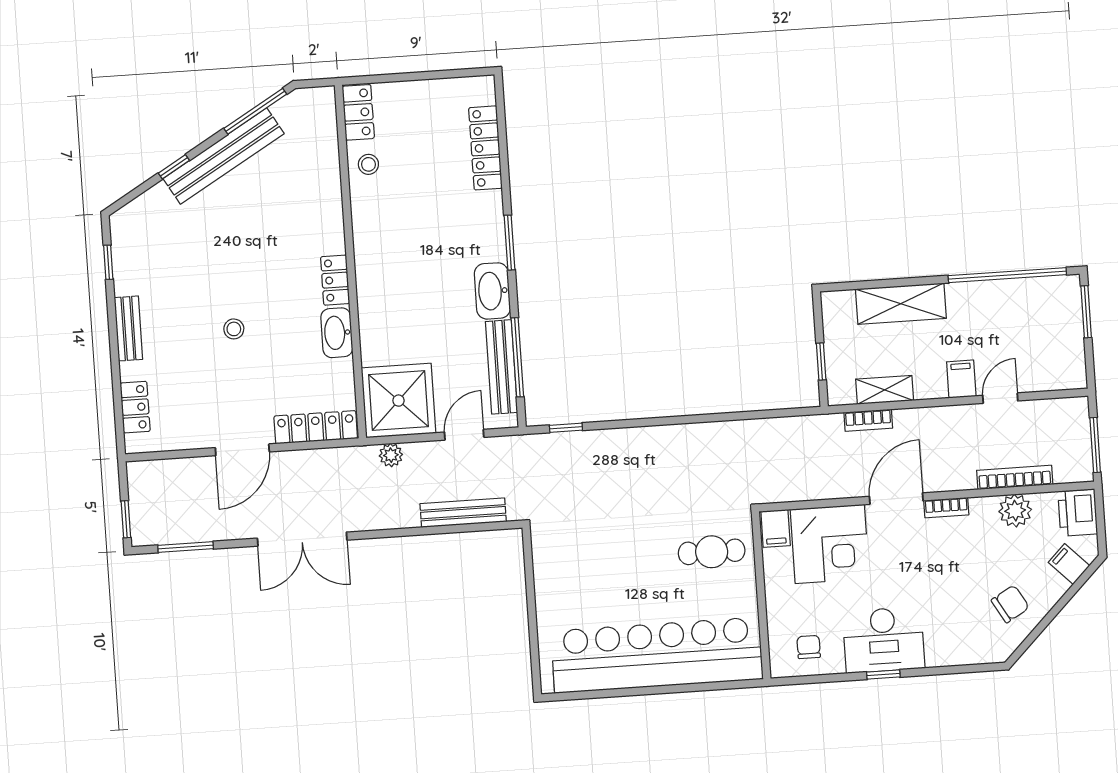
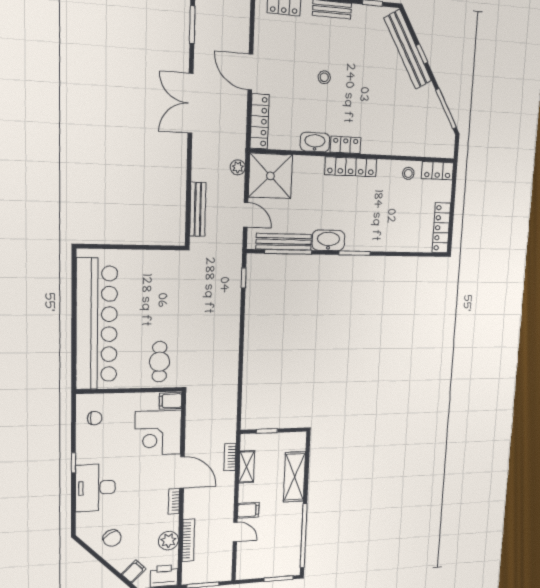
locker: (485, 148) -> (441, 228), moved, turned -90
bench: (224, 156) -> (408, 50), moved
locker: (369, 267) -> (351, 167), added
desk: (884, 640) -> (95, 488), moved

